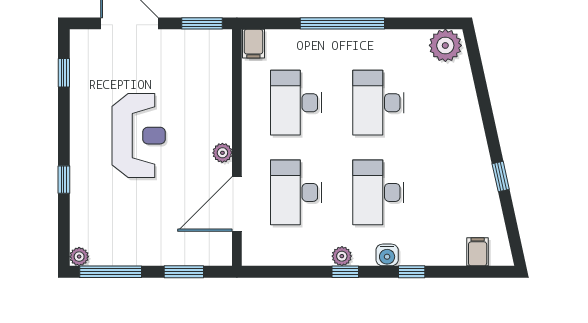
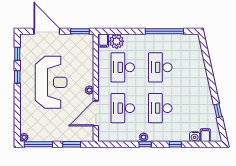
window: (342, 23) -> (164, 31), moved
plant: (445, 45) -> (117, 41), moved
reception desk: (139, 136) -> (51, 82), width x1.36, depth x1.30
window: (501, 176) -> (218, 111), moved
window: (64, 180) -> (17, 77), moved
water cooler: (387, 255) -> (195, 137), moved

